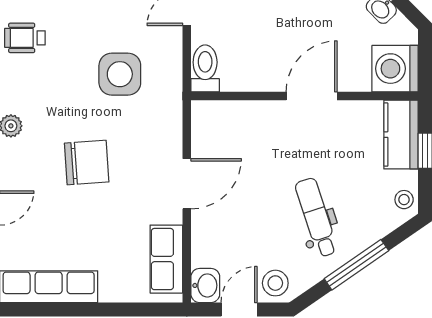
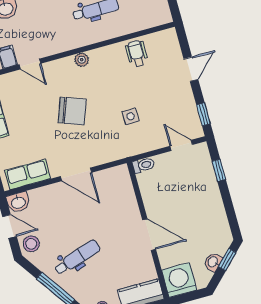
toilet: (205, 68) -> (144, 165), width x0.73, depth x0.72
side table: (120, 74) -> (131, 116), width x0.54, depth x0.54
chair: (87, 163) -> (72, 111), turned -66

